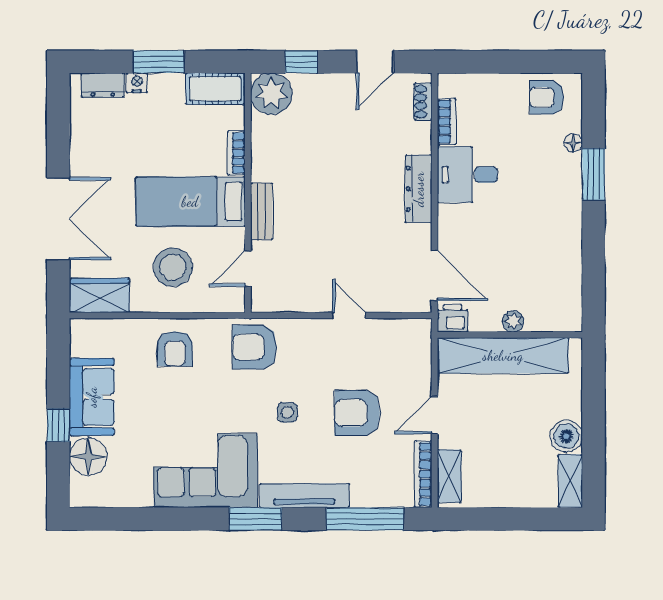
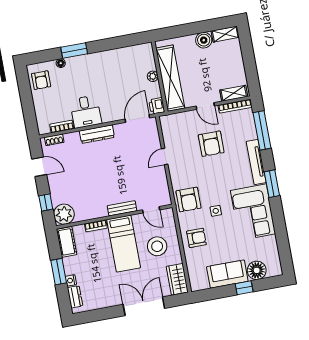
side table: (287, 412) -> (216, 211), moved

